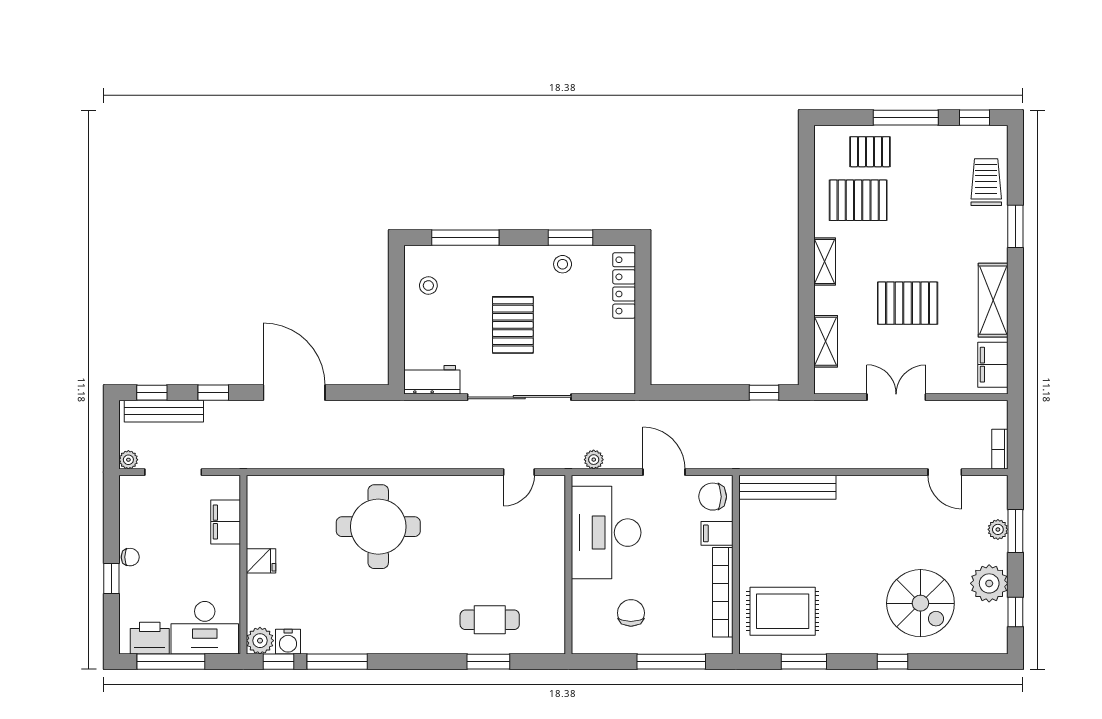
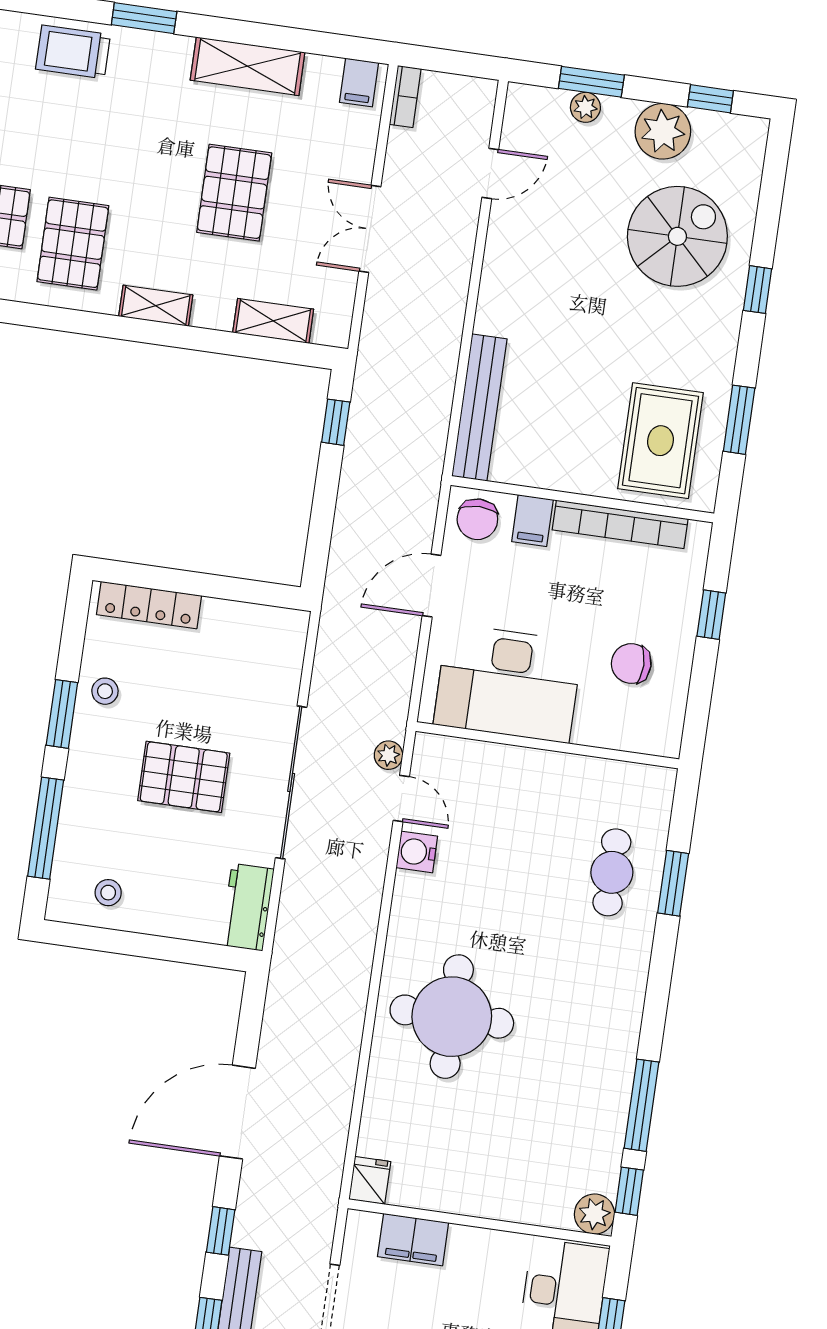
window: (571, 238) -> (62, 714), moved
filing cabinet: (993, 365) -> (359, 83), width x0.50
bookcase: (1000, 449) -> (405, 97), moved, turned -90
plant: (594, 460) -> (389, 755), moved
fridge: (261, 561) -> (370, 1180), moved
water cooler: (288, 642) -> (417, 852), moved, turned 180
window: (671, 662) -> (711, 615), width x0.46

